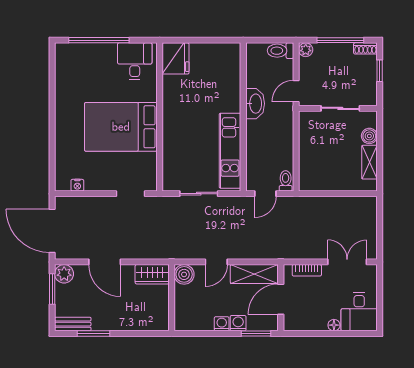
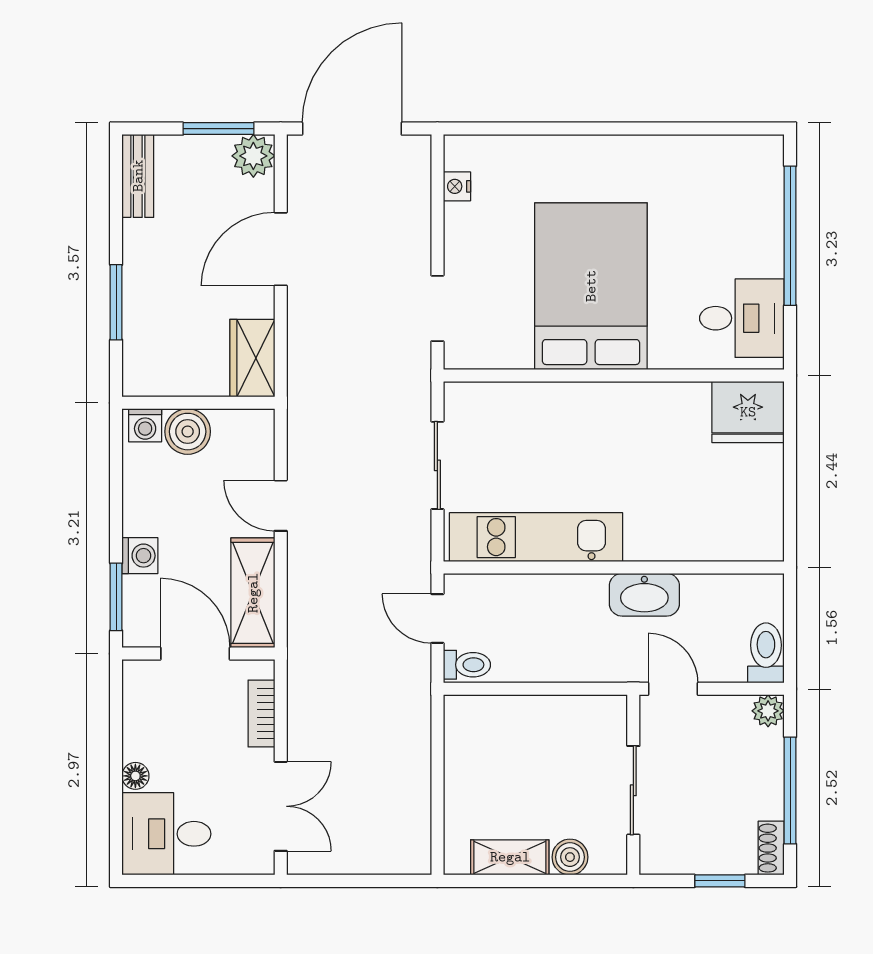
boiler: (184, 274) -> (188, 432), moved
washing machine: (222, 324) -> (145, 425), moved, turned 90
window: (94, 334) -> (116, 302), moved

